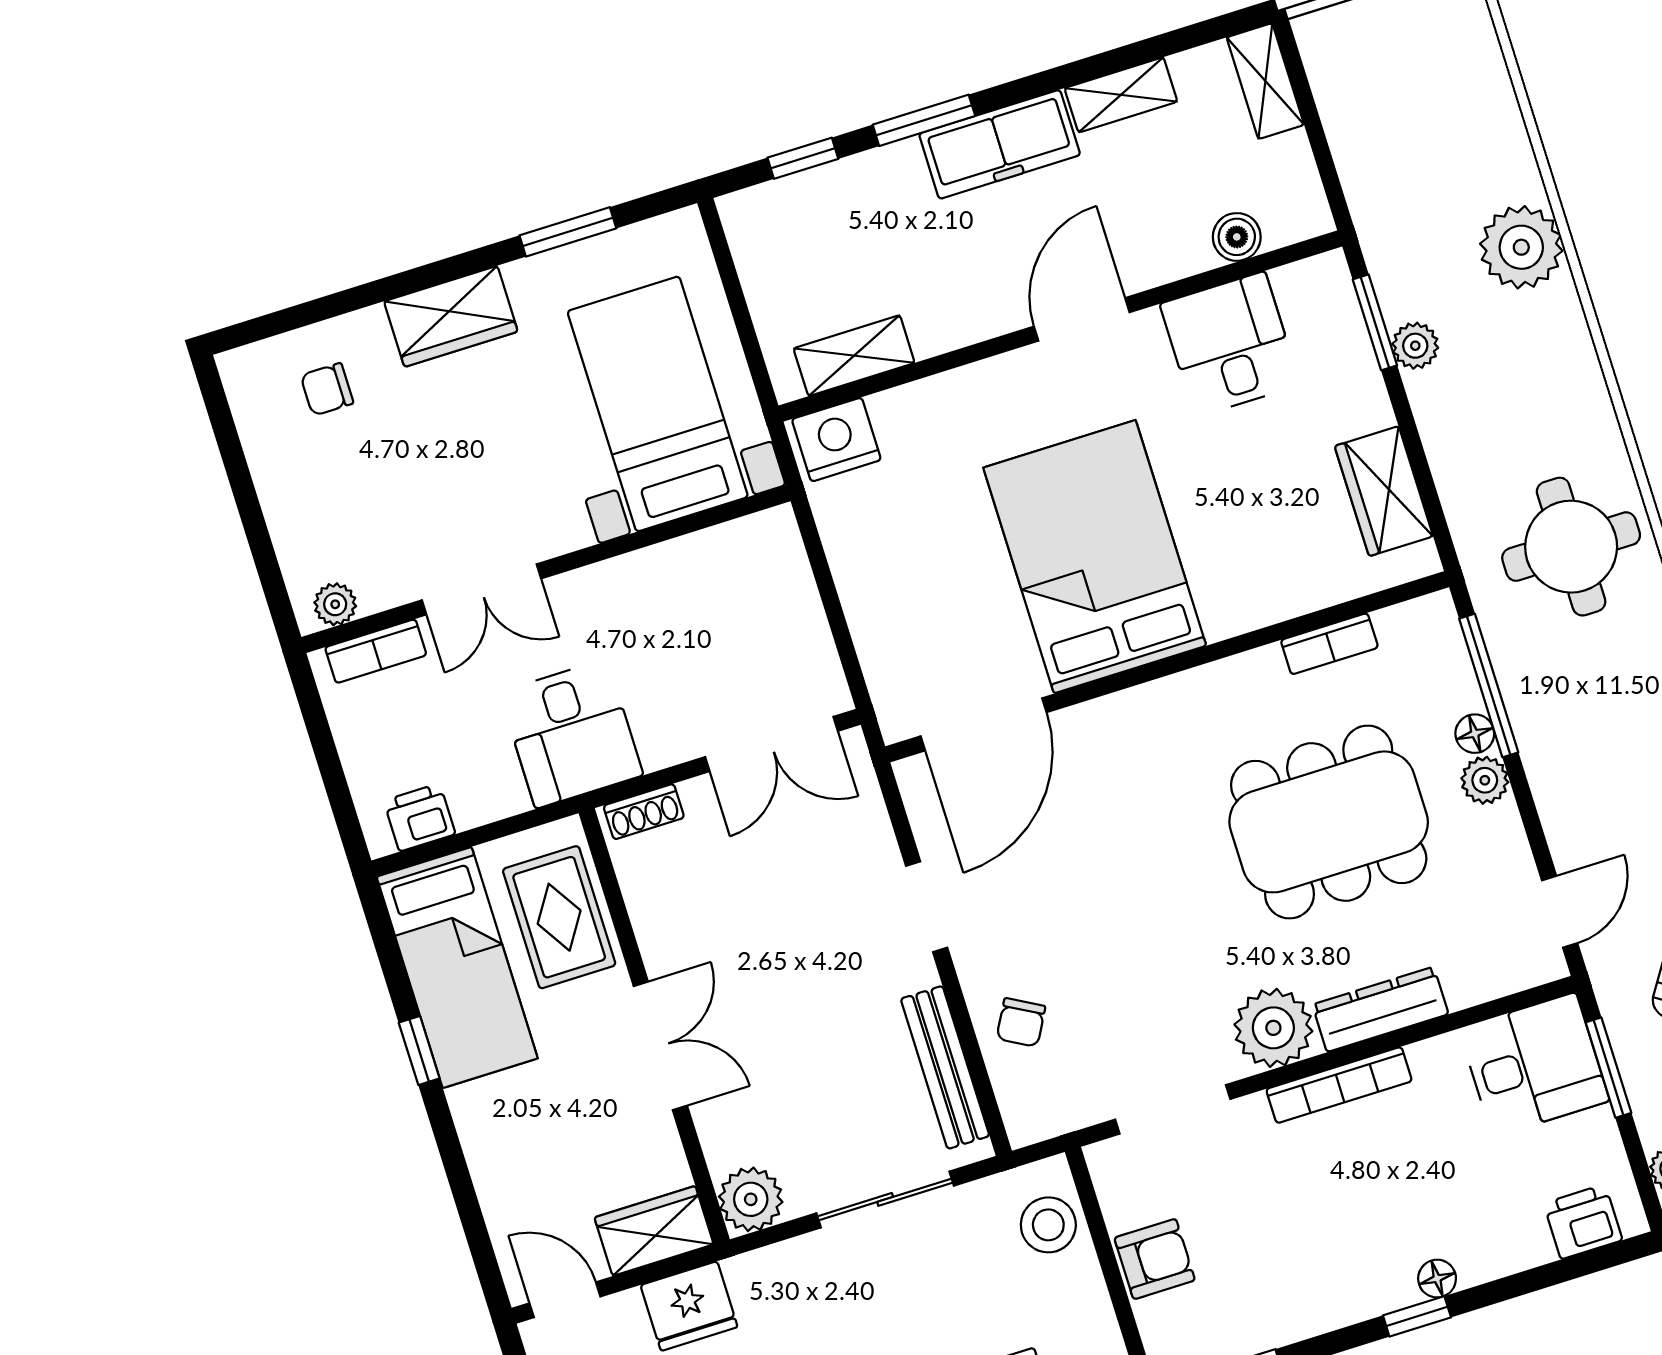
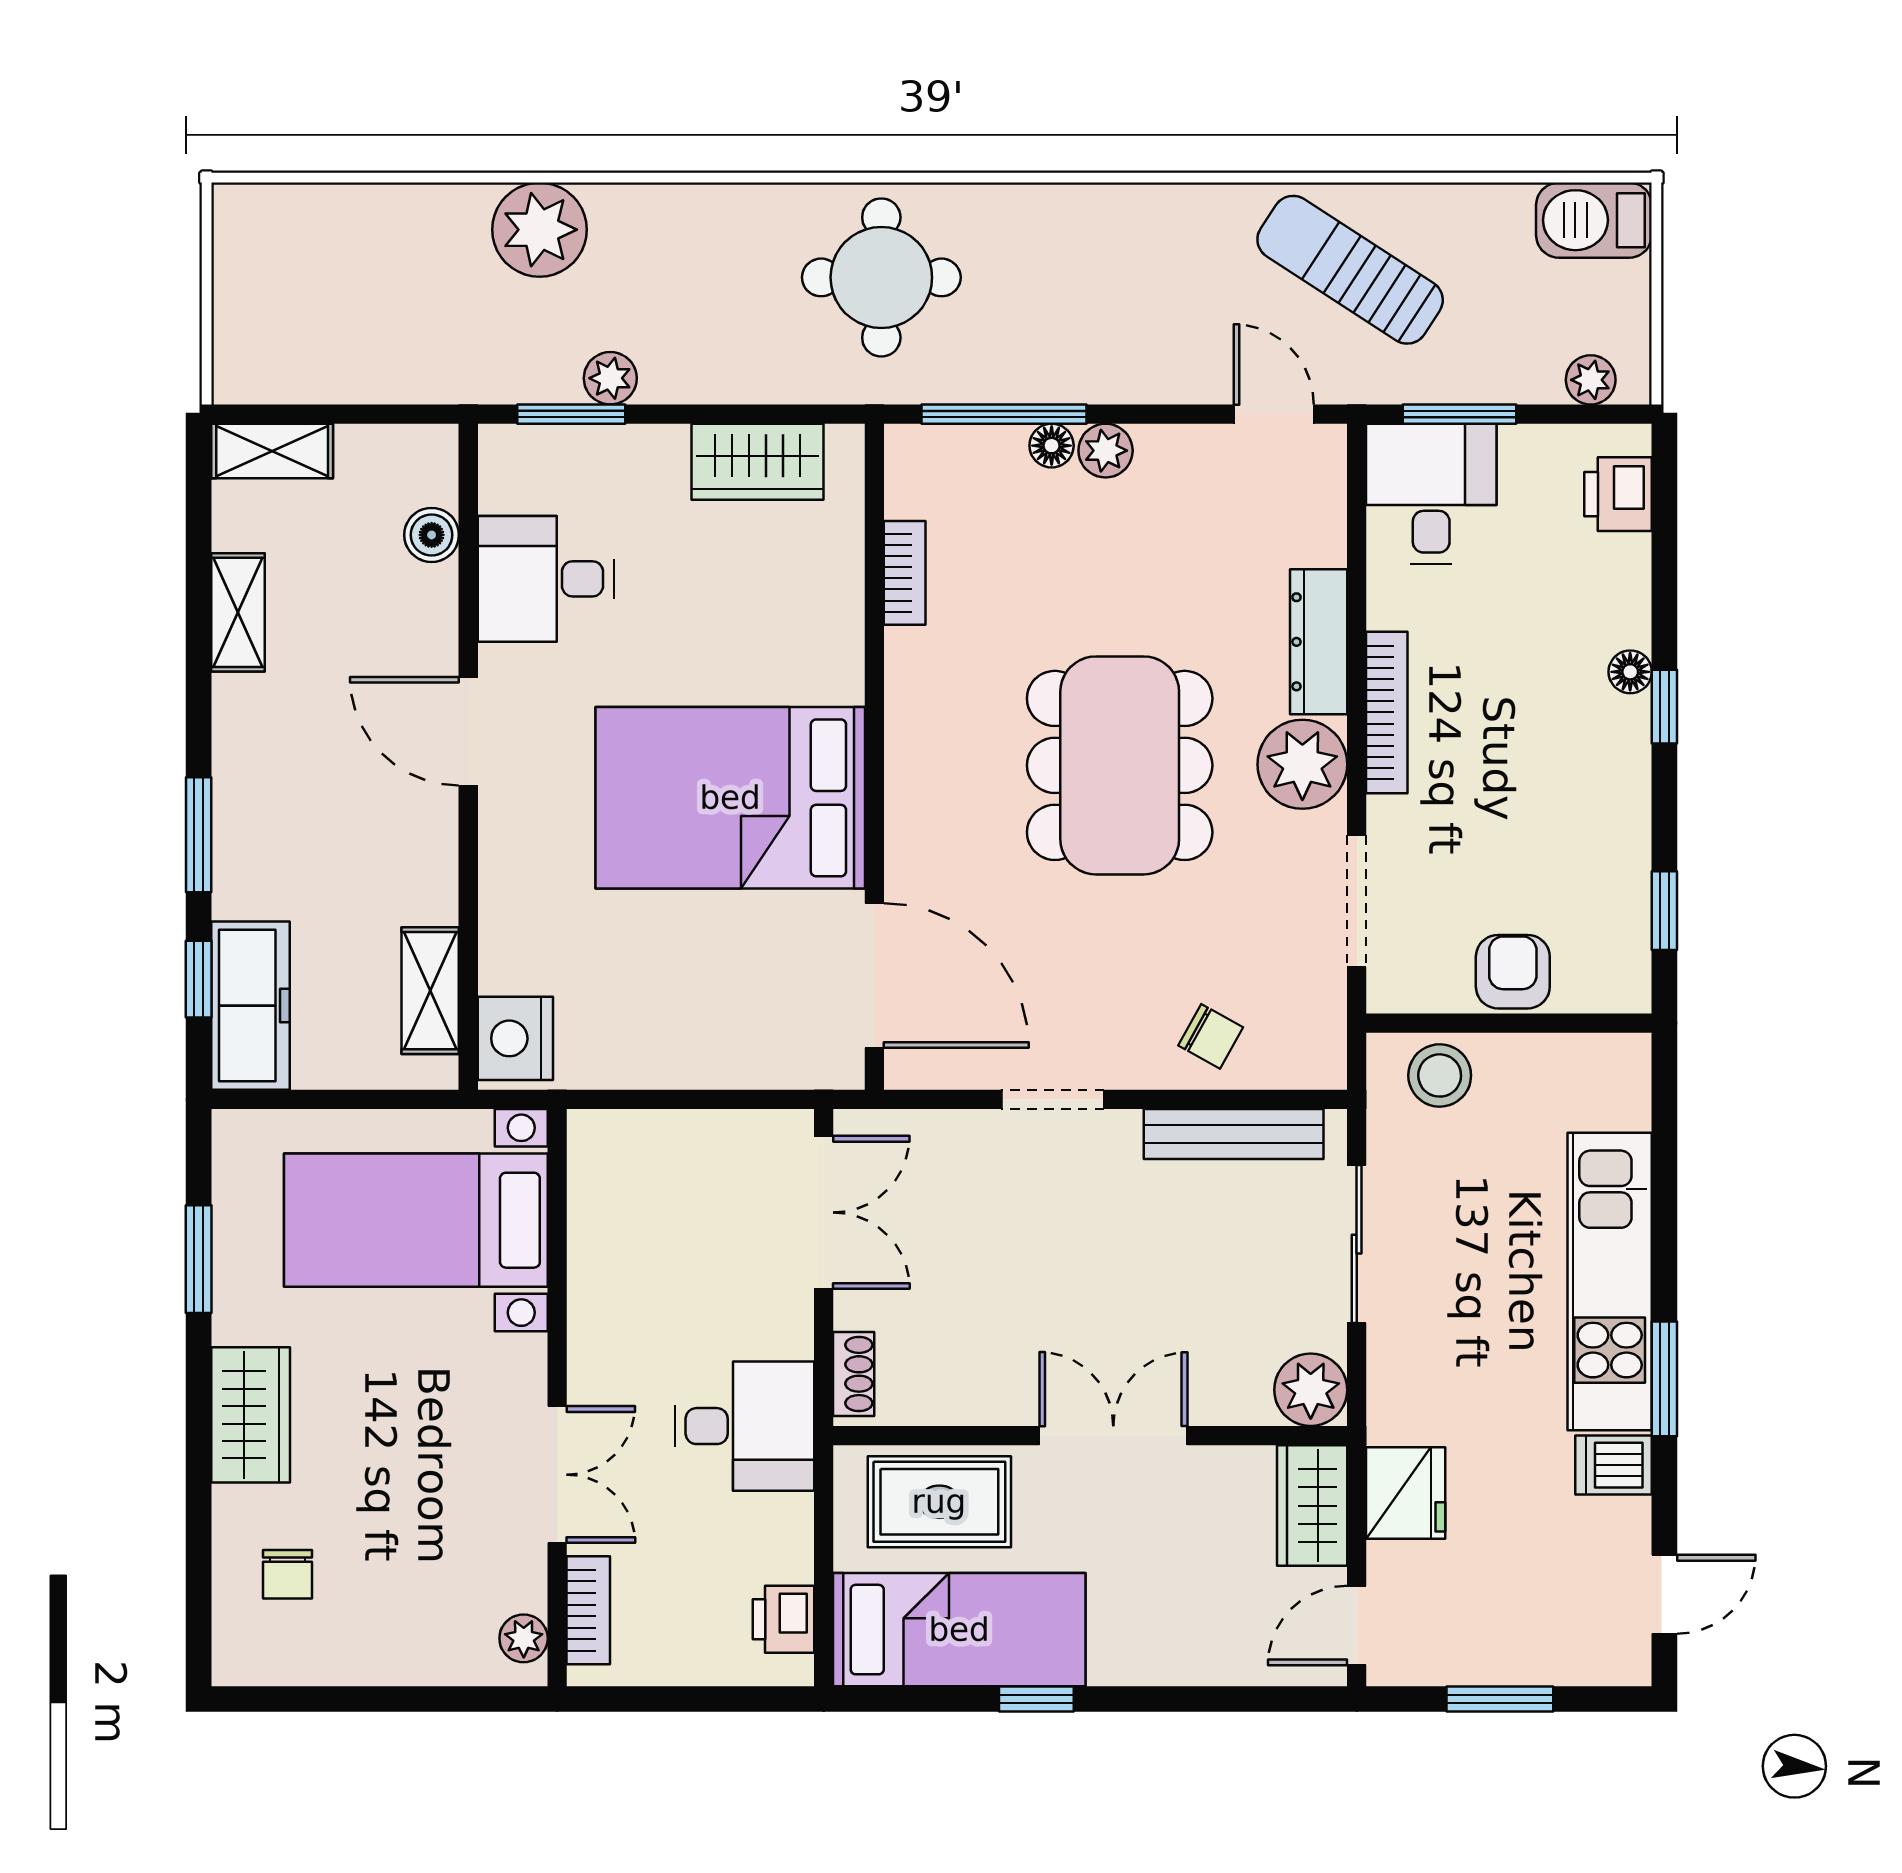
freezer: (1000, 144) -> (250, 1006), moved
dining table: (1329, 822) -> (1120, 765), moved

